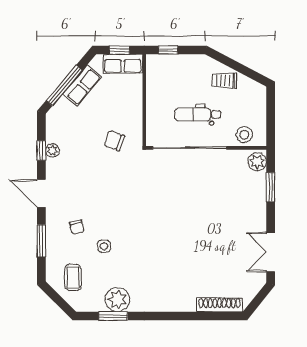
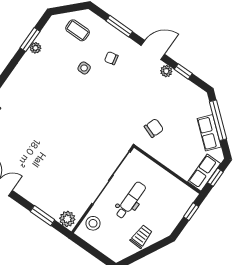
plant: (52, 150) -> (166, 71), moved
plant: (117, 300) -> (35, 48), width x0.53, depth x0.53

